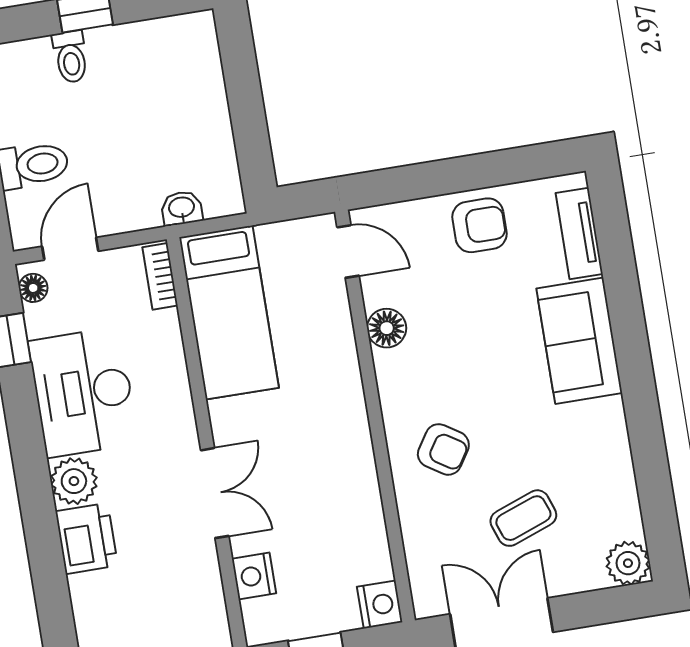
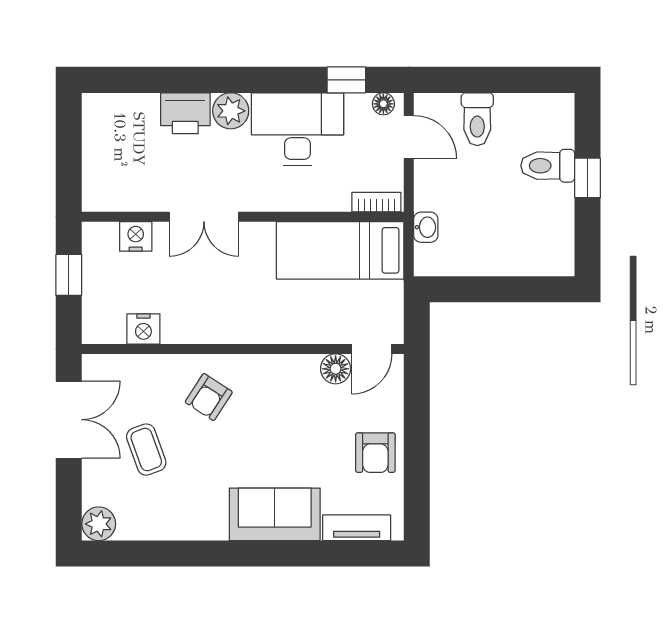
toilet: (71, 57) -> (548, 166), width x1.37, depth x1.39
floor lamp: (387, 328) -> (336, 369), moved
nightstand: (380, 605) -> (143, 329), moved

